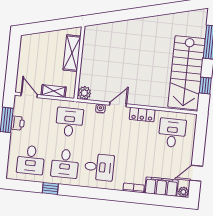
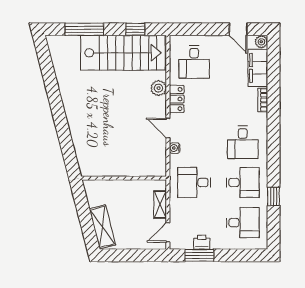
shelving: (72, 53) -> (102, 227), moved, turned 76
plant: (84, 93) -> (159, 88), moved
desk: (172, 133) -> (194, 62), turned -90
desk: (99, 167) -> (243, 142), turned 180

